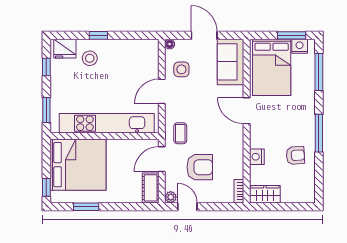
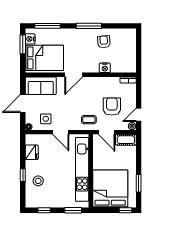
fridge: (65, 49) -> (32, 152), moved
wardrobe: (265, 194) -> (130, 62), removed

